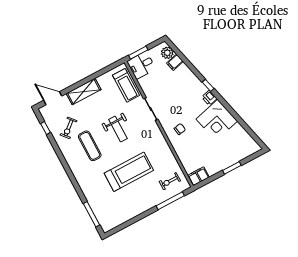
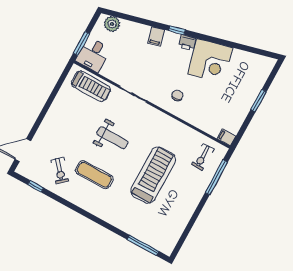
filing cabinet: (175, 62) -> (156, 36), moved
shelving: (84, 92) -> (51, 122), removed
filing cabinet: (198, 176) -> (226, 137), width x0.50

